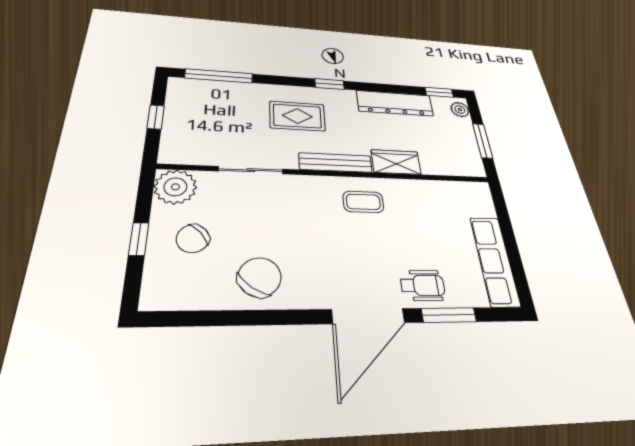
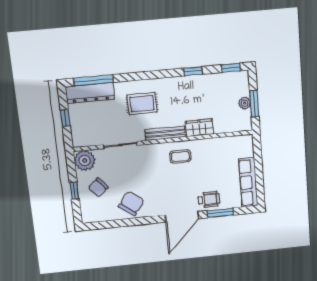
window: (330, 84) -> (193, 71), moved
dresser: (395, 103) -> (90, 93), moved
plant: (460, 110) -> (245, 103), moved

